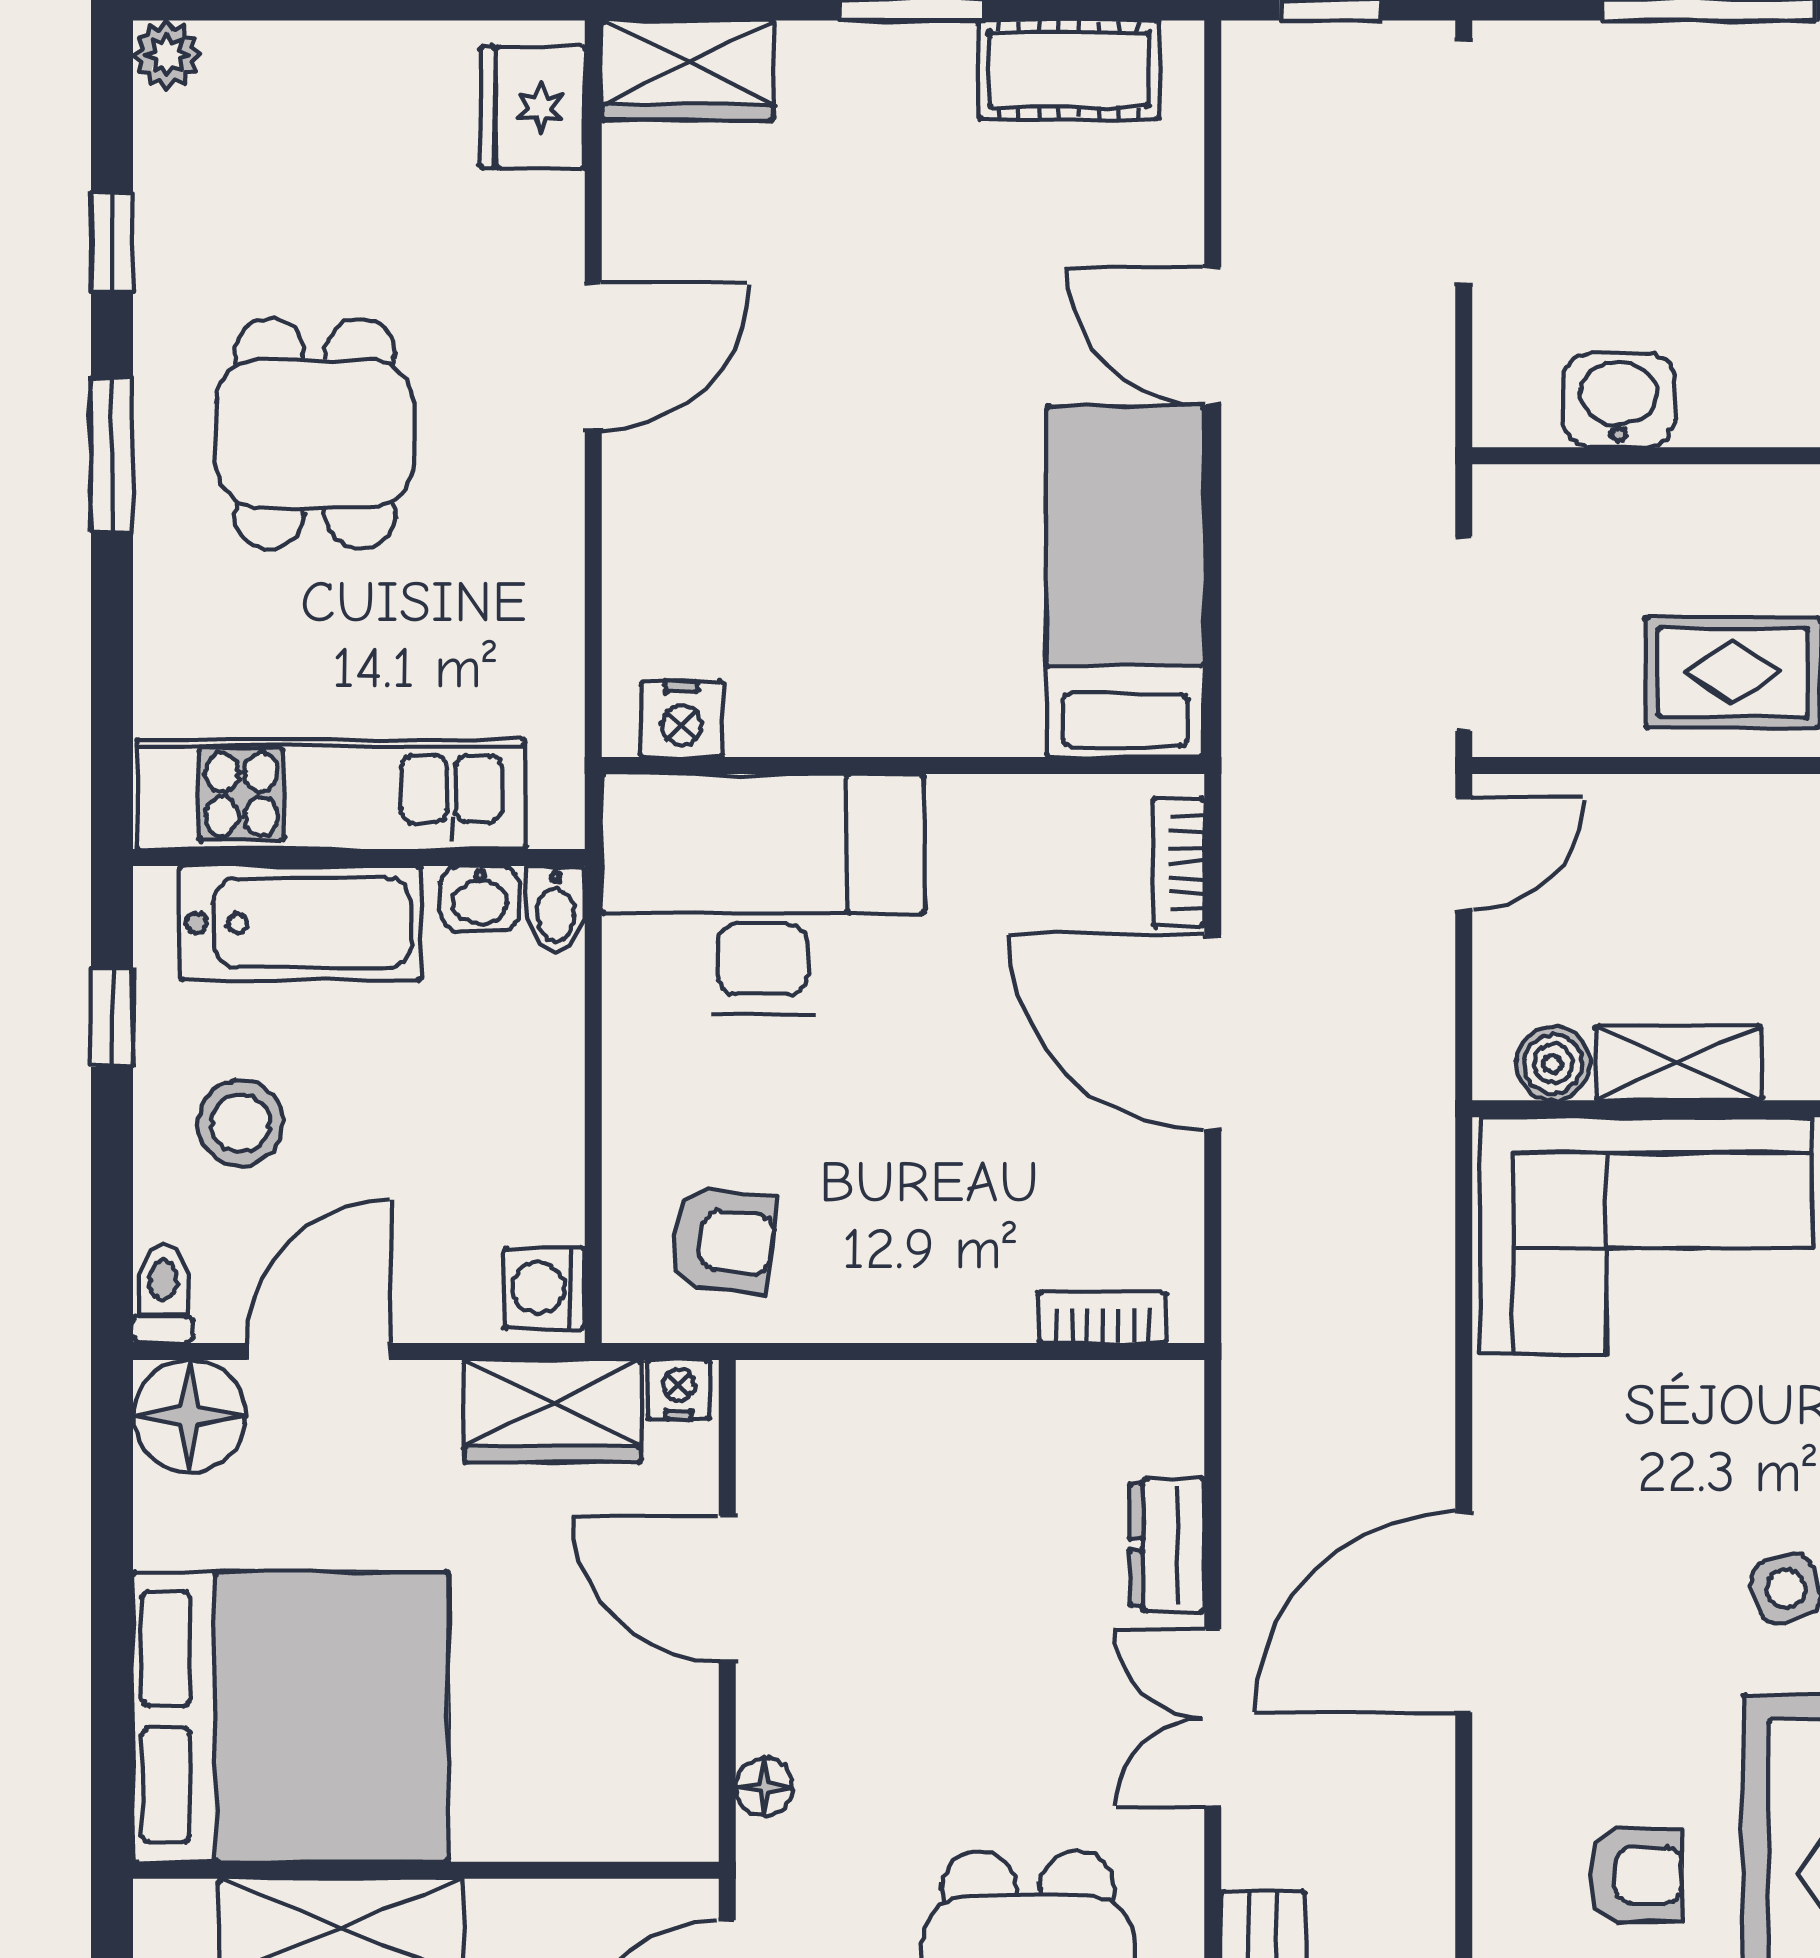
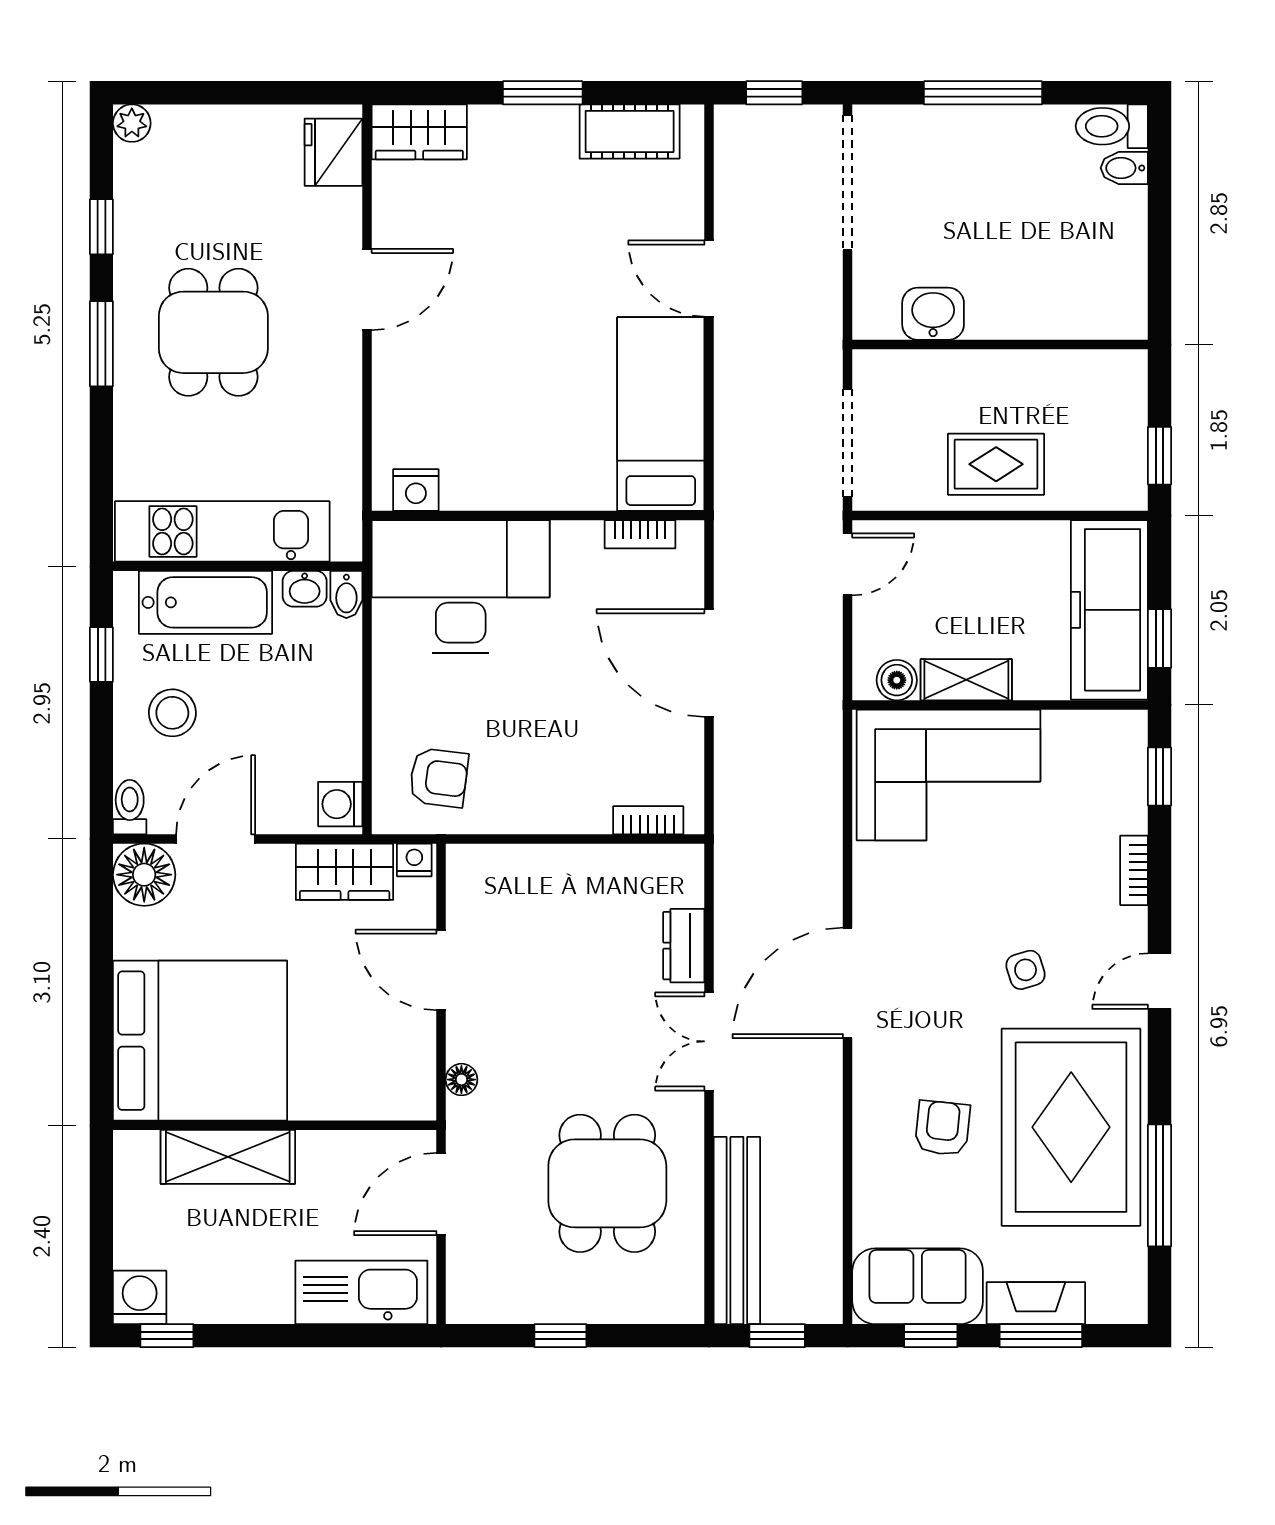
bookcase: (1179, 862) -> (640, 534), moved, turned -90
armchair: (1636, 1875) -> (942, 1128), turned -84

